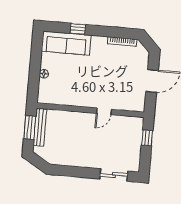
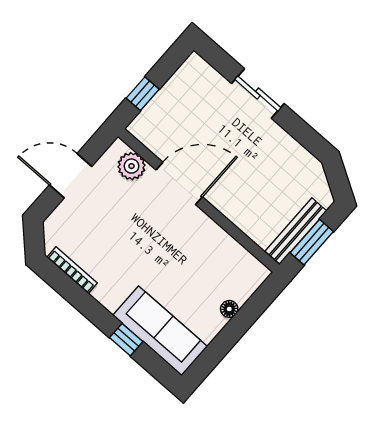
plant: (129, 104) -> (131, 166), added
door: (104, 111) -> (179, 183), width x1.87
sliding door: (114, 175) -> (258, 93), moved

